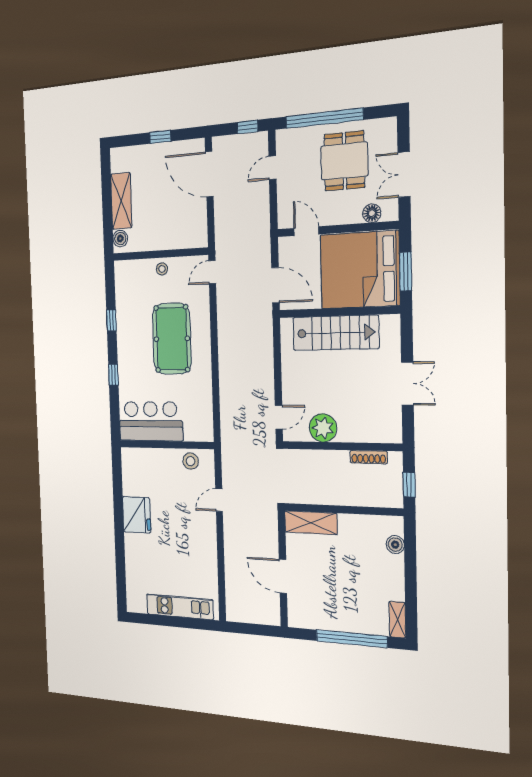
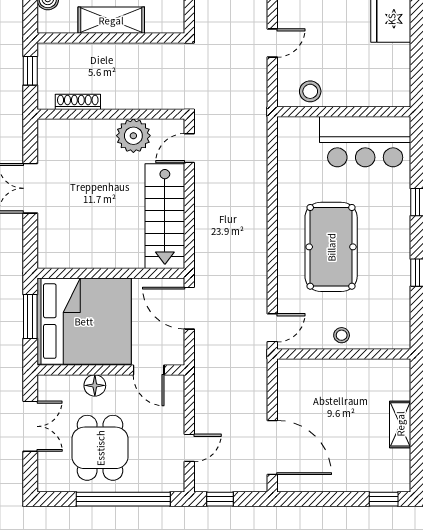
window: (160, 137) -> (384, 499), moved
shelving: (121, 201) -> (400, 424), width x0.67, depth x0.75
floor lamp: (372, 213) -> (95, 385), moved
boiler: (120, 239) -> (400, 377), removed
stairs: (336, 333) -> (165, 216), moved, turned -90
shelving: (311, 523) -> (111, 20), moved

